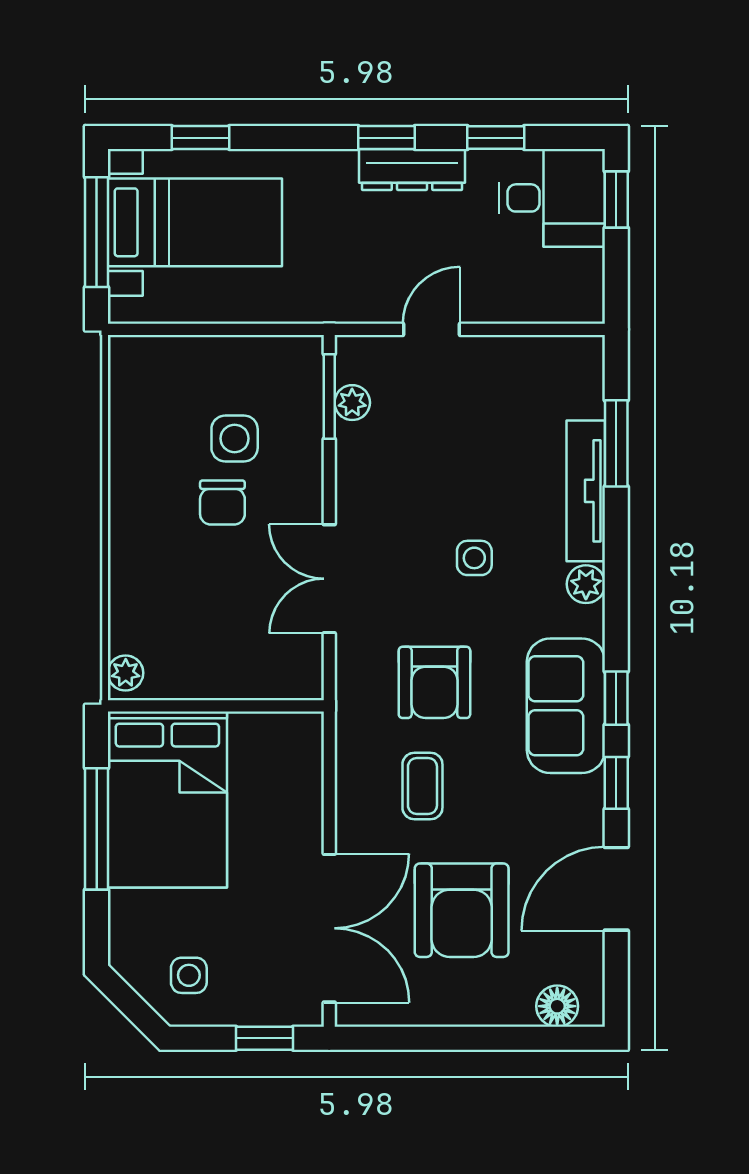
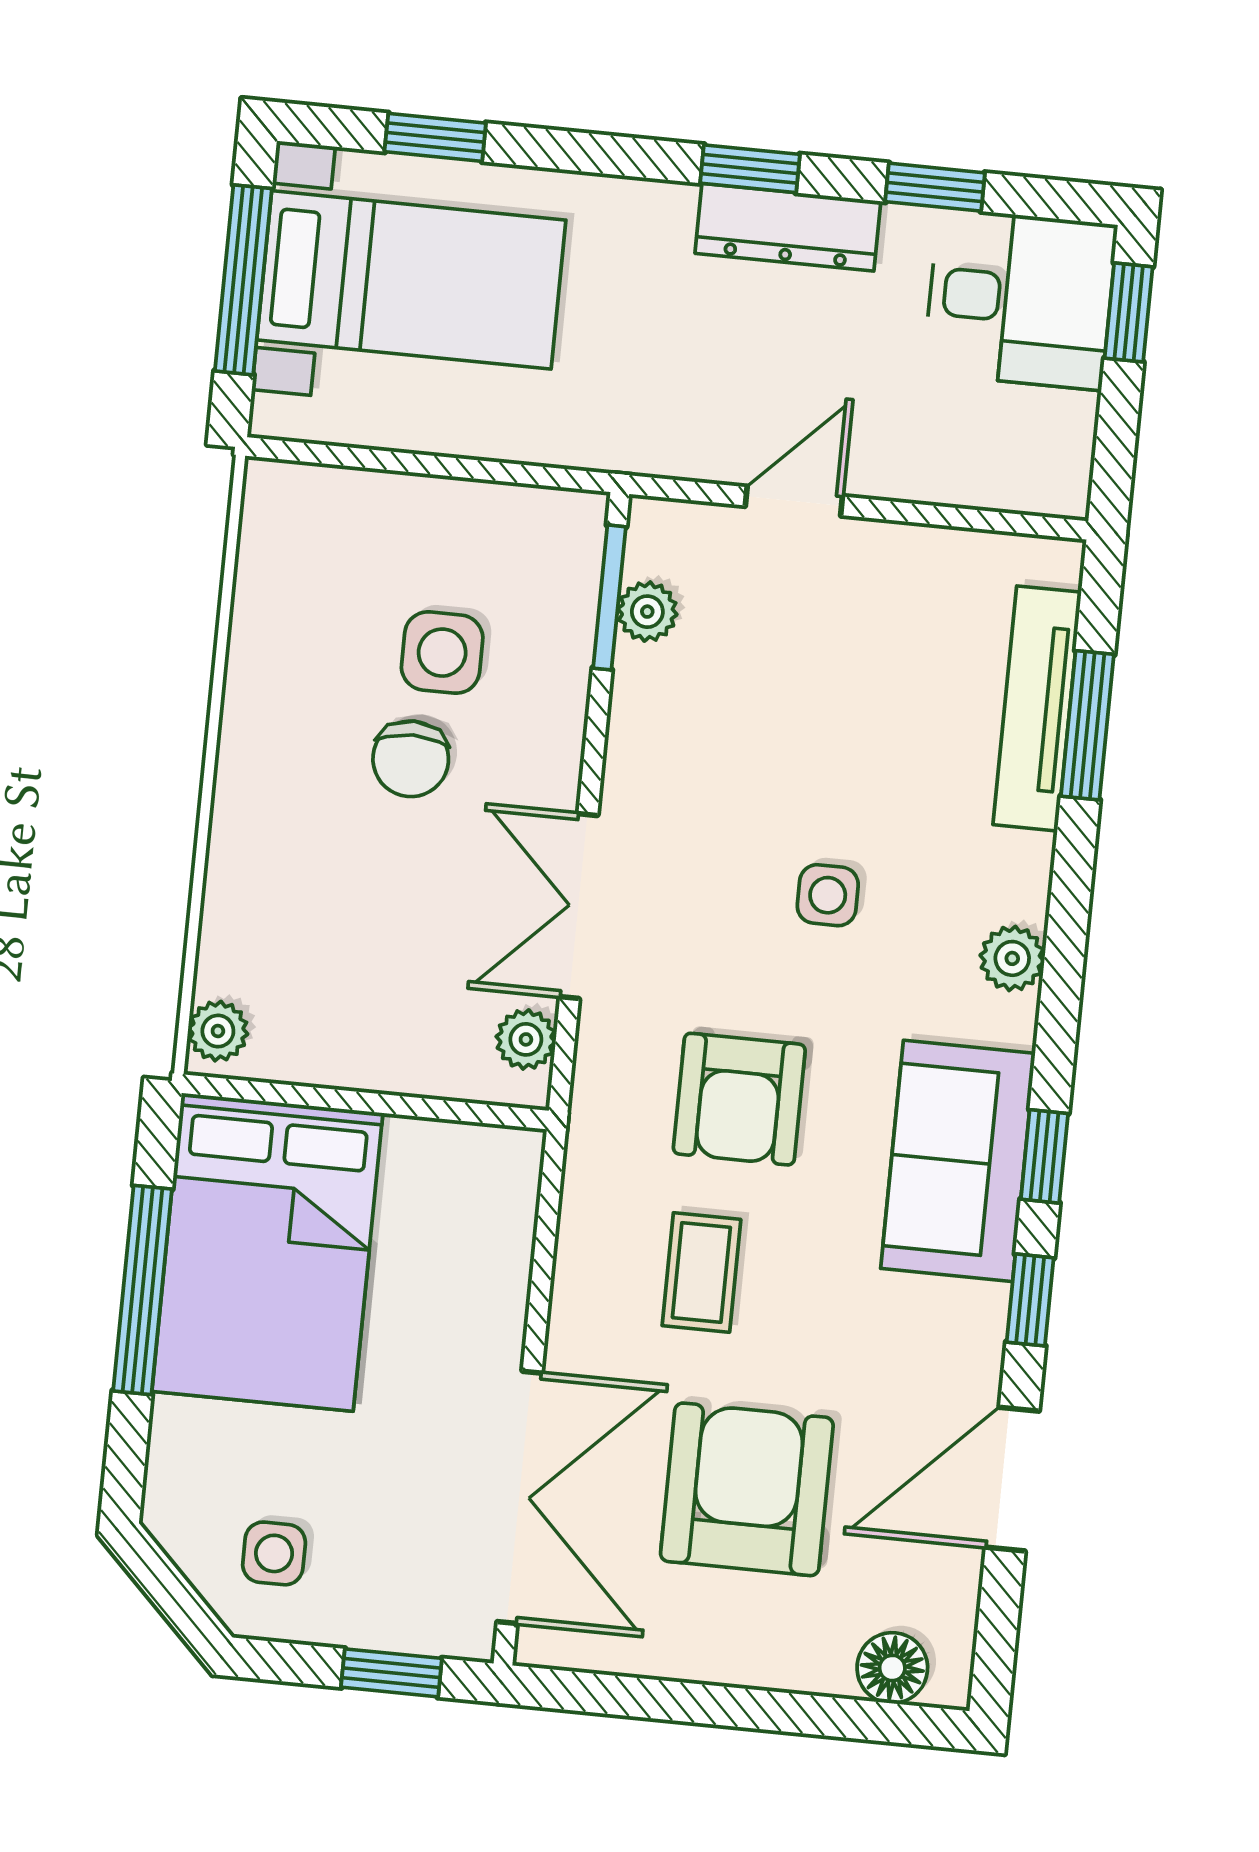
tv unit: (586, 491) -> (1037, 708), moved
plant: (306, 660) -> (526, 1039), added
armchair: (462, 910) -> (747, 1489), turned 180

